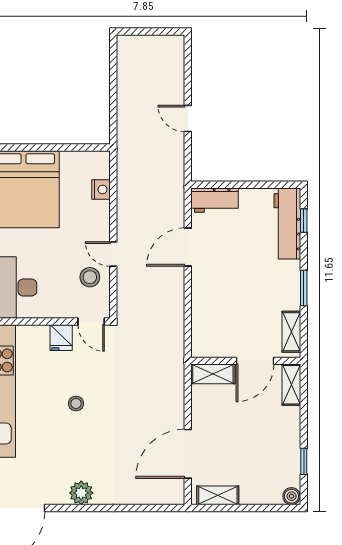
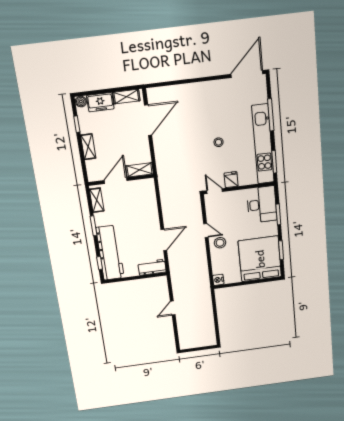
door: (188, 119) -> (173, 308), swing flipped
nightstand: (101, 189) -> (218, 280), moved
workbench: (287, 223) -> (110, 253), width x1.36, depth x1.32
stool: (90, 277) -> (220, 243), moved
shelving: (291, 385) -> (88, 147), moved
freezer: (261, 492) -> (100, 102), added
plant: (81, 493) -> (210, 88), removed

